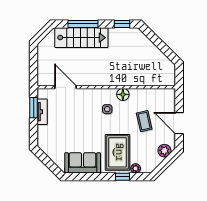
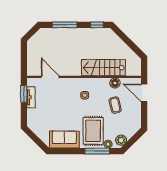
stairs: (81, 38) -> (103, 68), moved, turned 180
floor lamp: (123, 94) -> (115, 83), moved
door: (179, 123) -> (144, 93), moved
plant: (164, 151) -> (121, 140), moved
window: (122, 177) -> (97, 151), width x2.17

